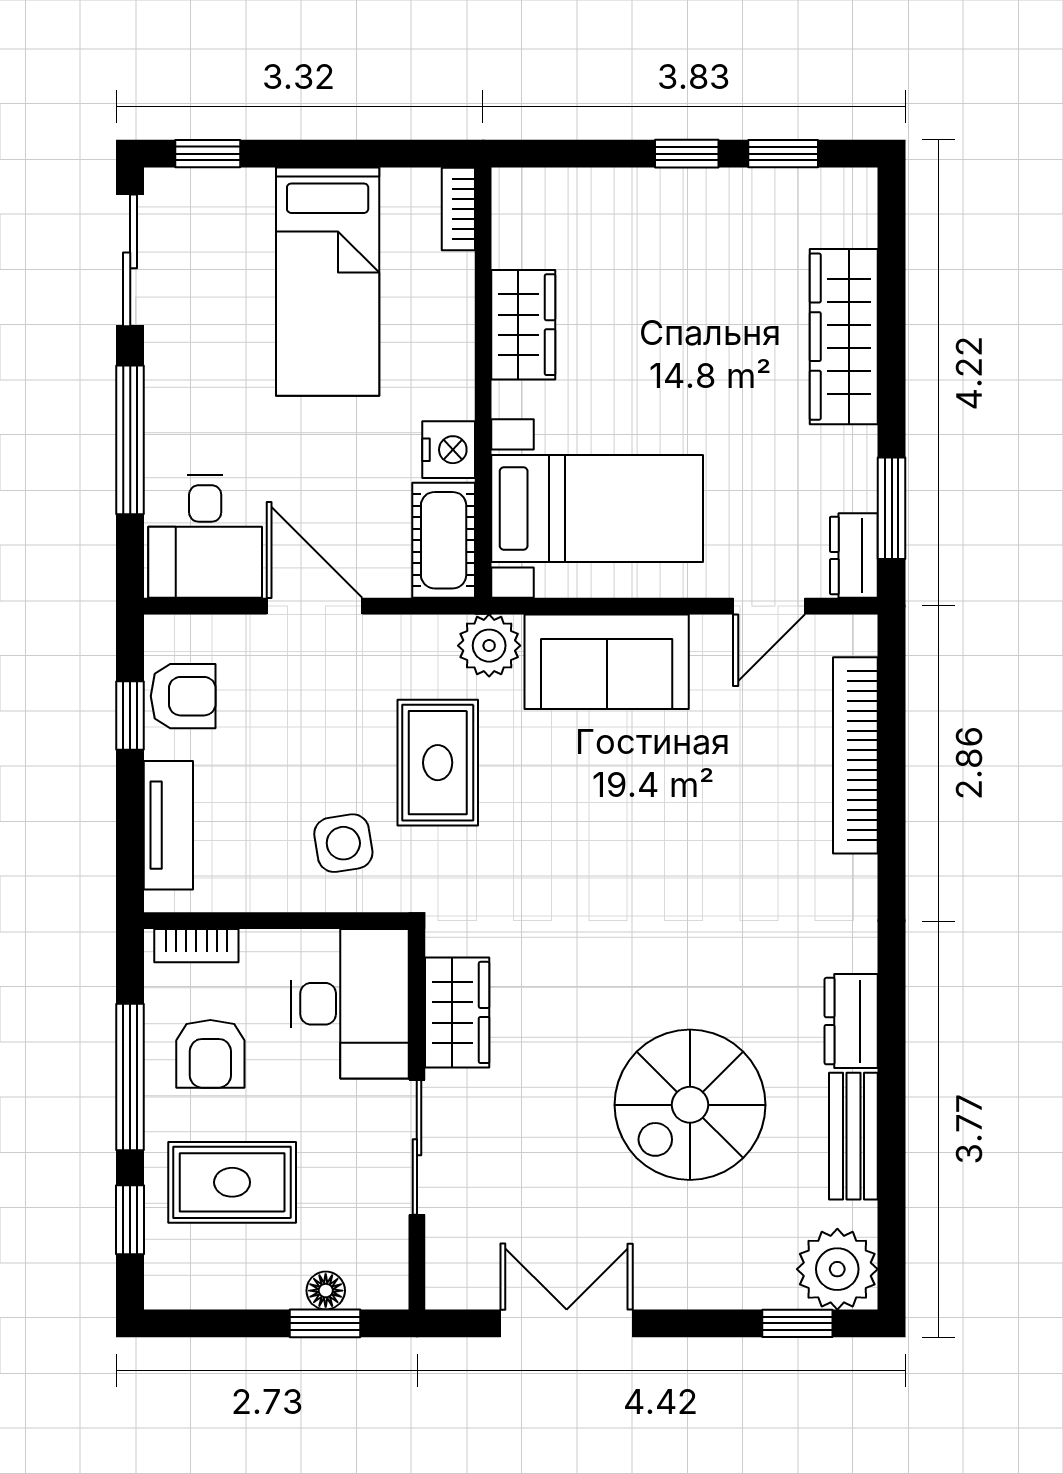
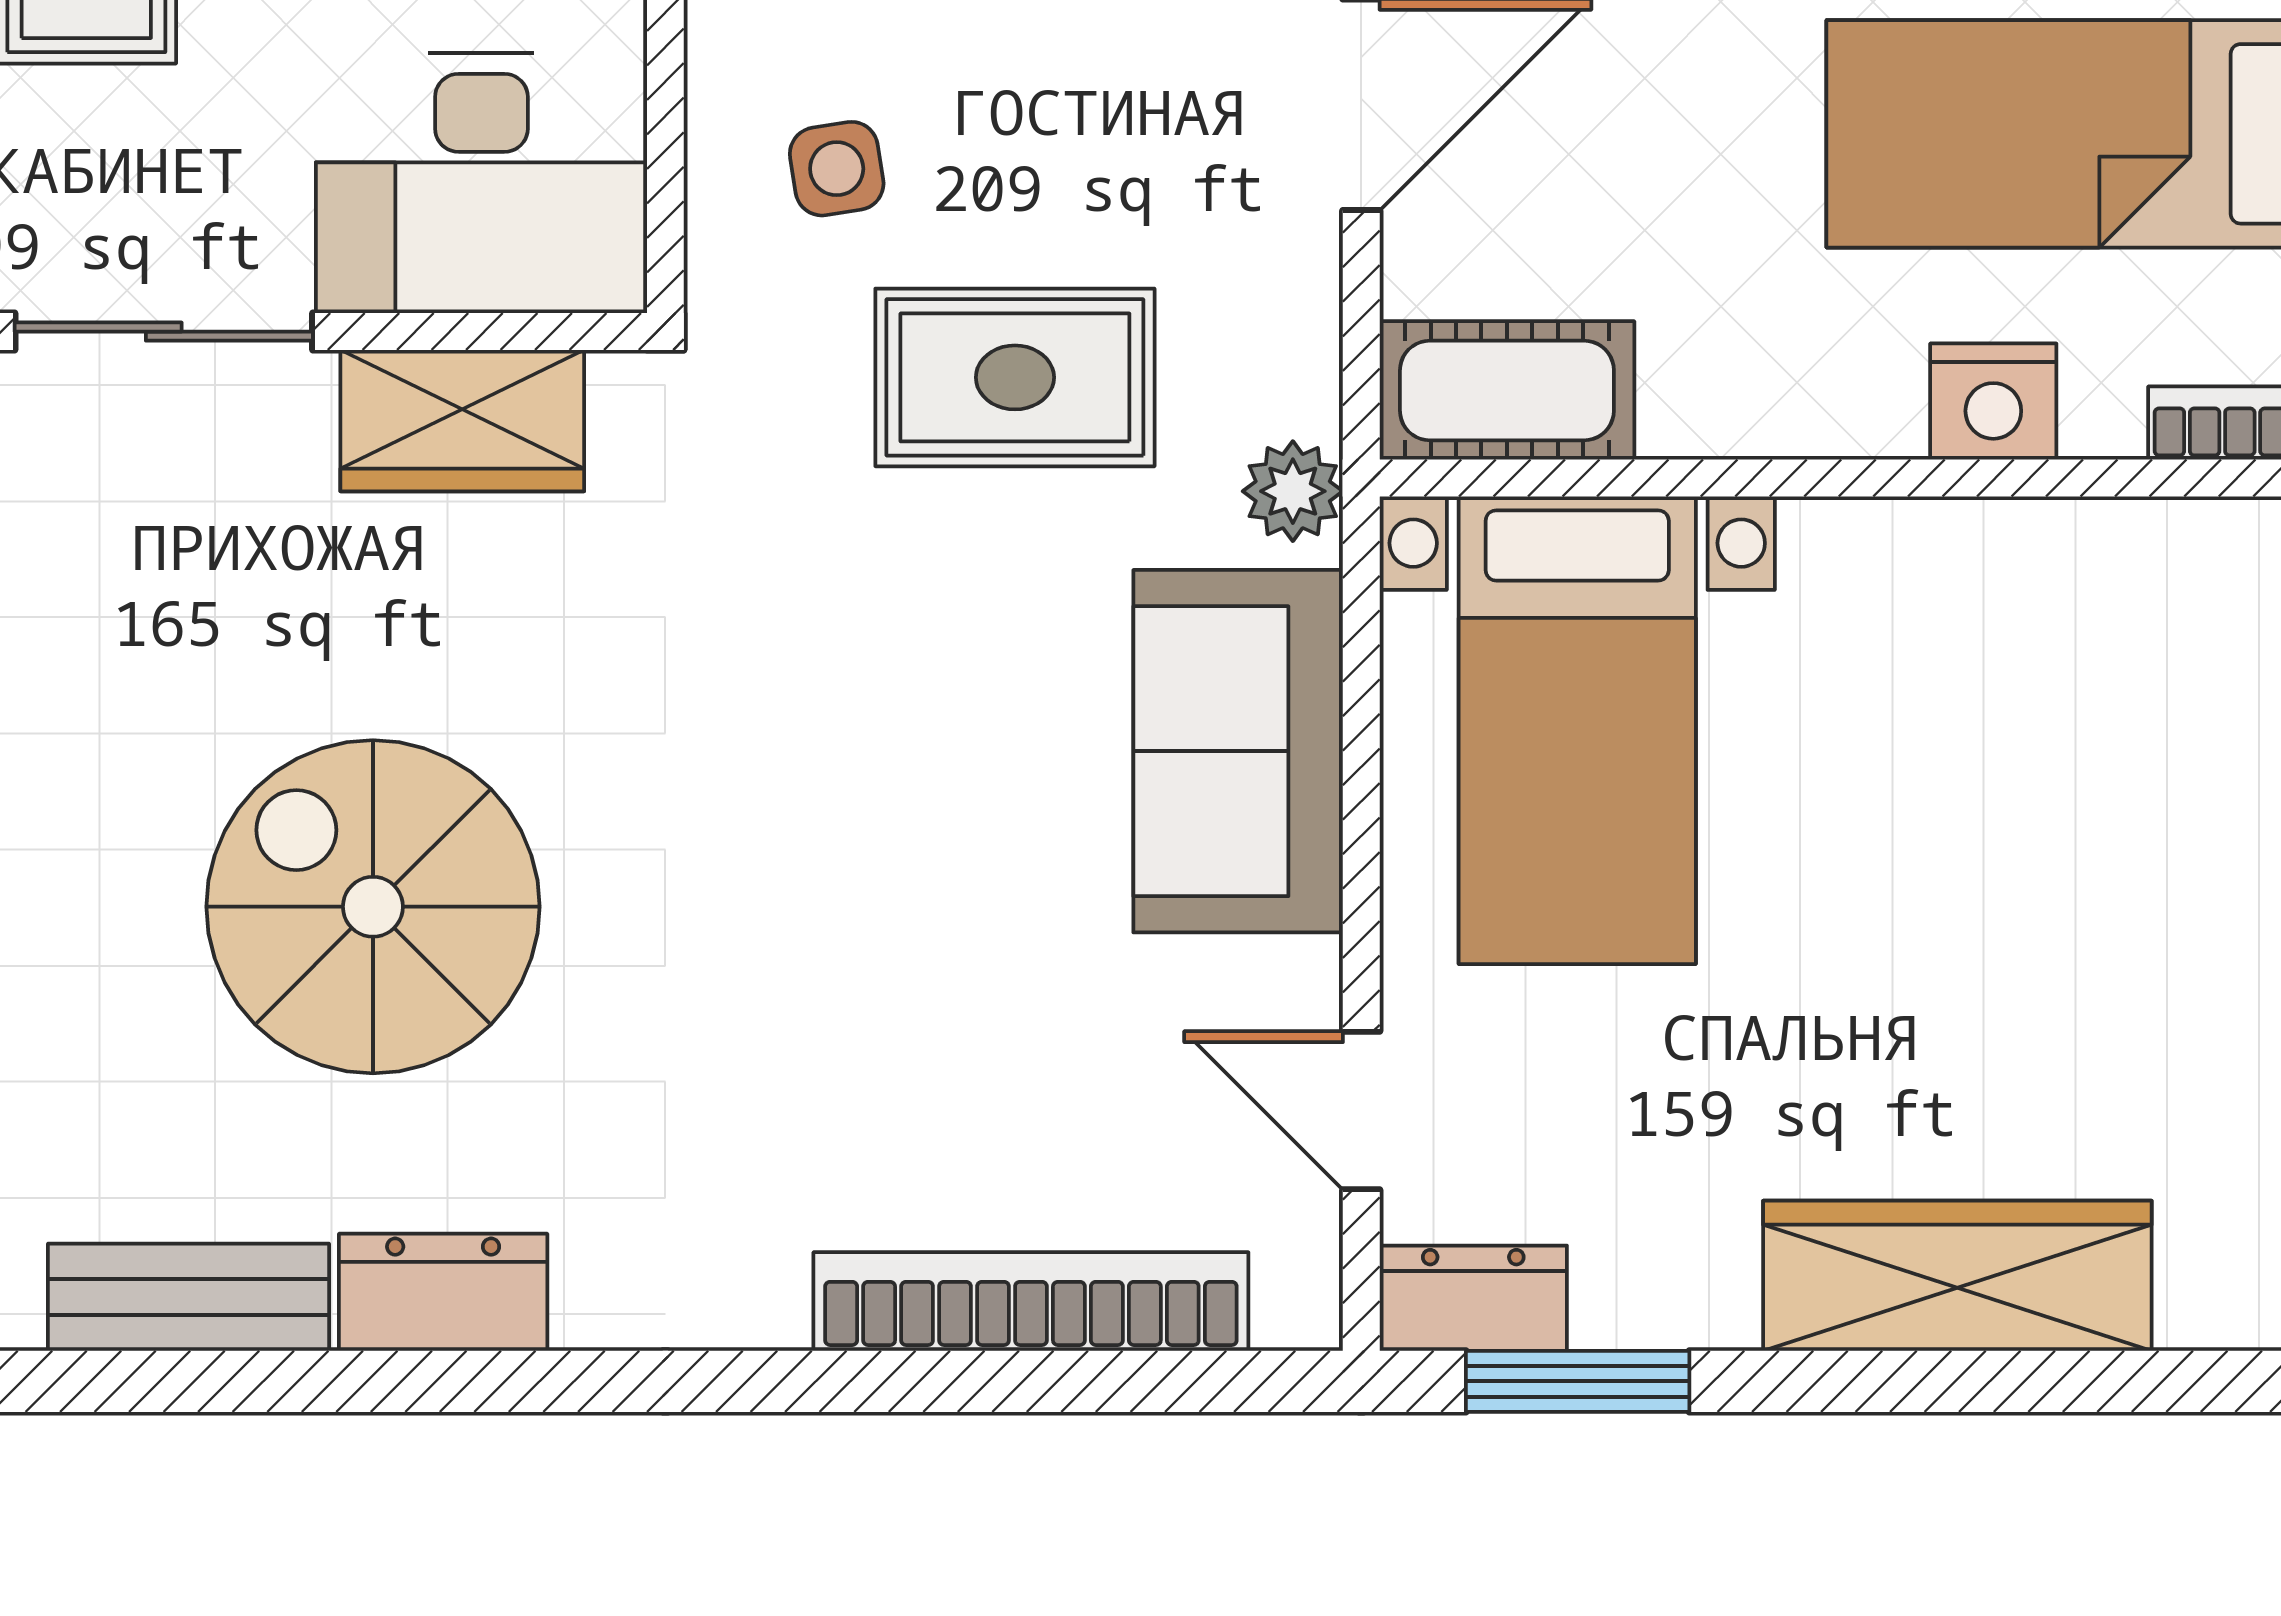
wardrobe: (523, 325) -> (1984, 567), removed
nightstand: (449, 450) -> (1993, 402), moved
plant: (489, 646) -> (1293, 491), width x0.73, depth x0.73
side table: (343, 843) -> (837, 169), width x0.73, depth x0.73
spiral stairs: (690, 1105) -> (373, 907), moved

